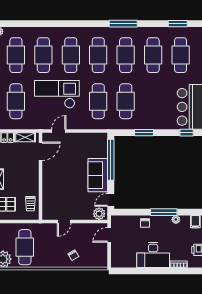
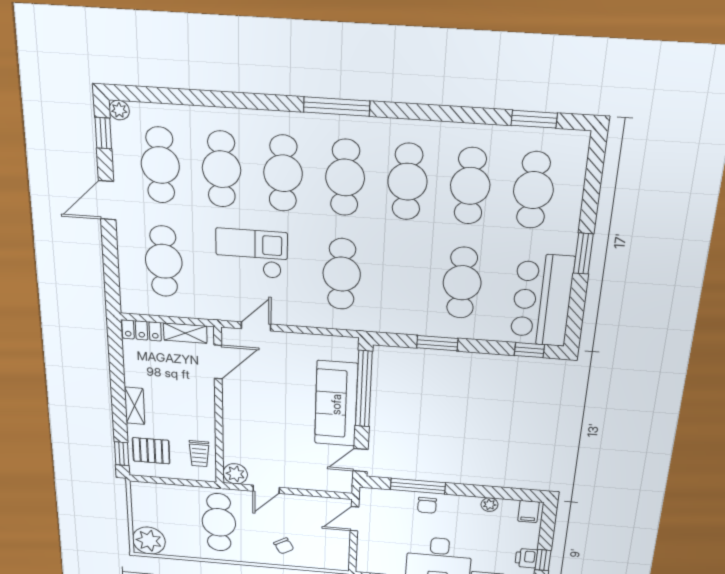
window: (123, 24) -> (337, 107), moved
checkout: (57, 94) -> (252, 254), width x0.73, depth x0.83
cafe table: (126, 101) -> (462, 283), moved
sofa: (98, 175) -> (336, 404), width x1.36
window: (164, 212) -> (418, 486), moved
plant: (99, 214) -> (235, 474), moved
cafe table: (25, 247) -> (219, 522), moved

